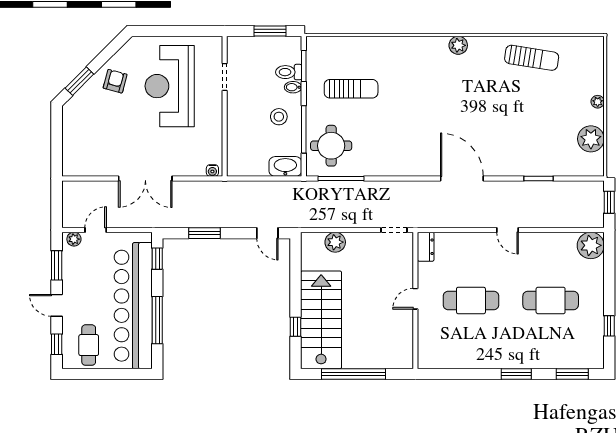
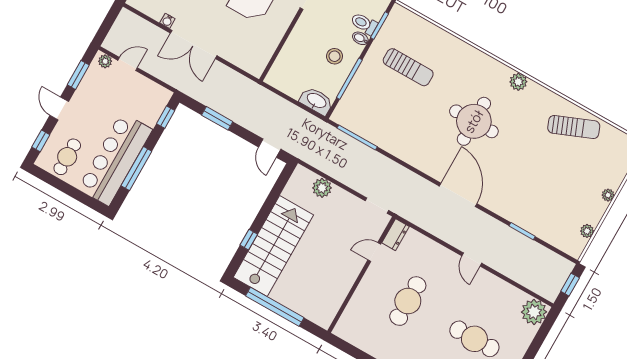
sun lounger: (532, 58) -> (574, 127), turned -31
plant: (591, 139) -> (587, 231), width x0.53, depth x0.53
round table: (331, 146) -> (474, 121), moved, width x1.36, depth x1.36
water cooler: (212, 171) -> (167, 21), moved
door: (415, 299) -> (374, 252), moved
cafe table: (471, 300) -> (408, 301), turned 90
bar counter: (133, 306) -> (115, 159), width x0.73

